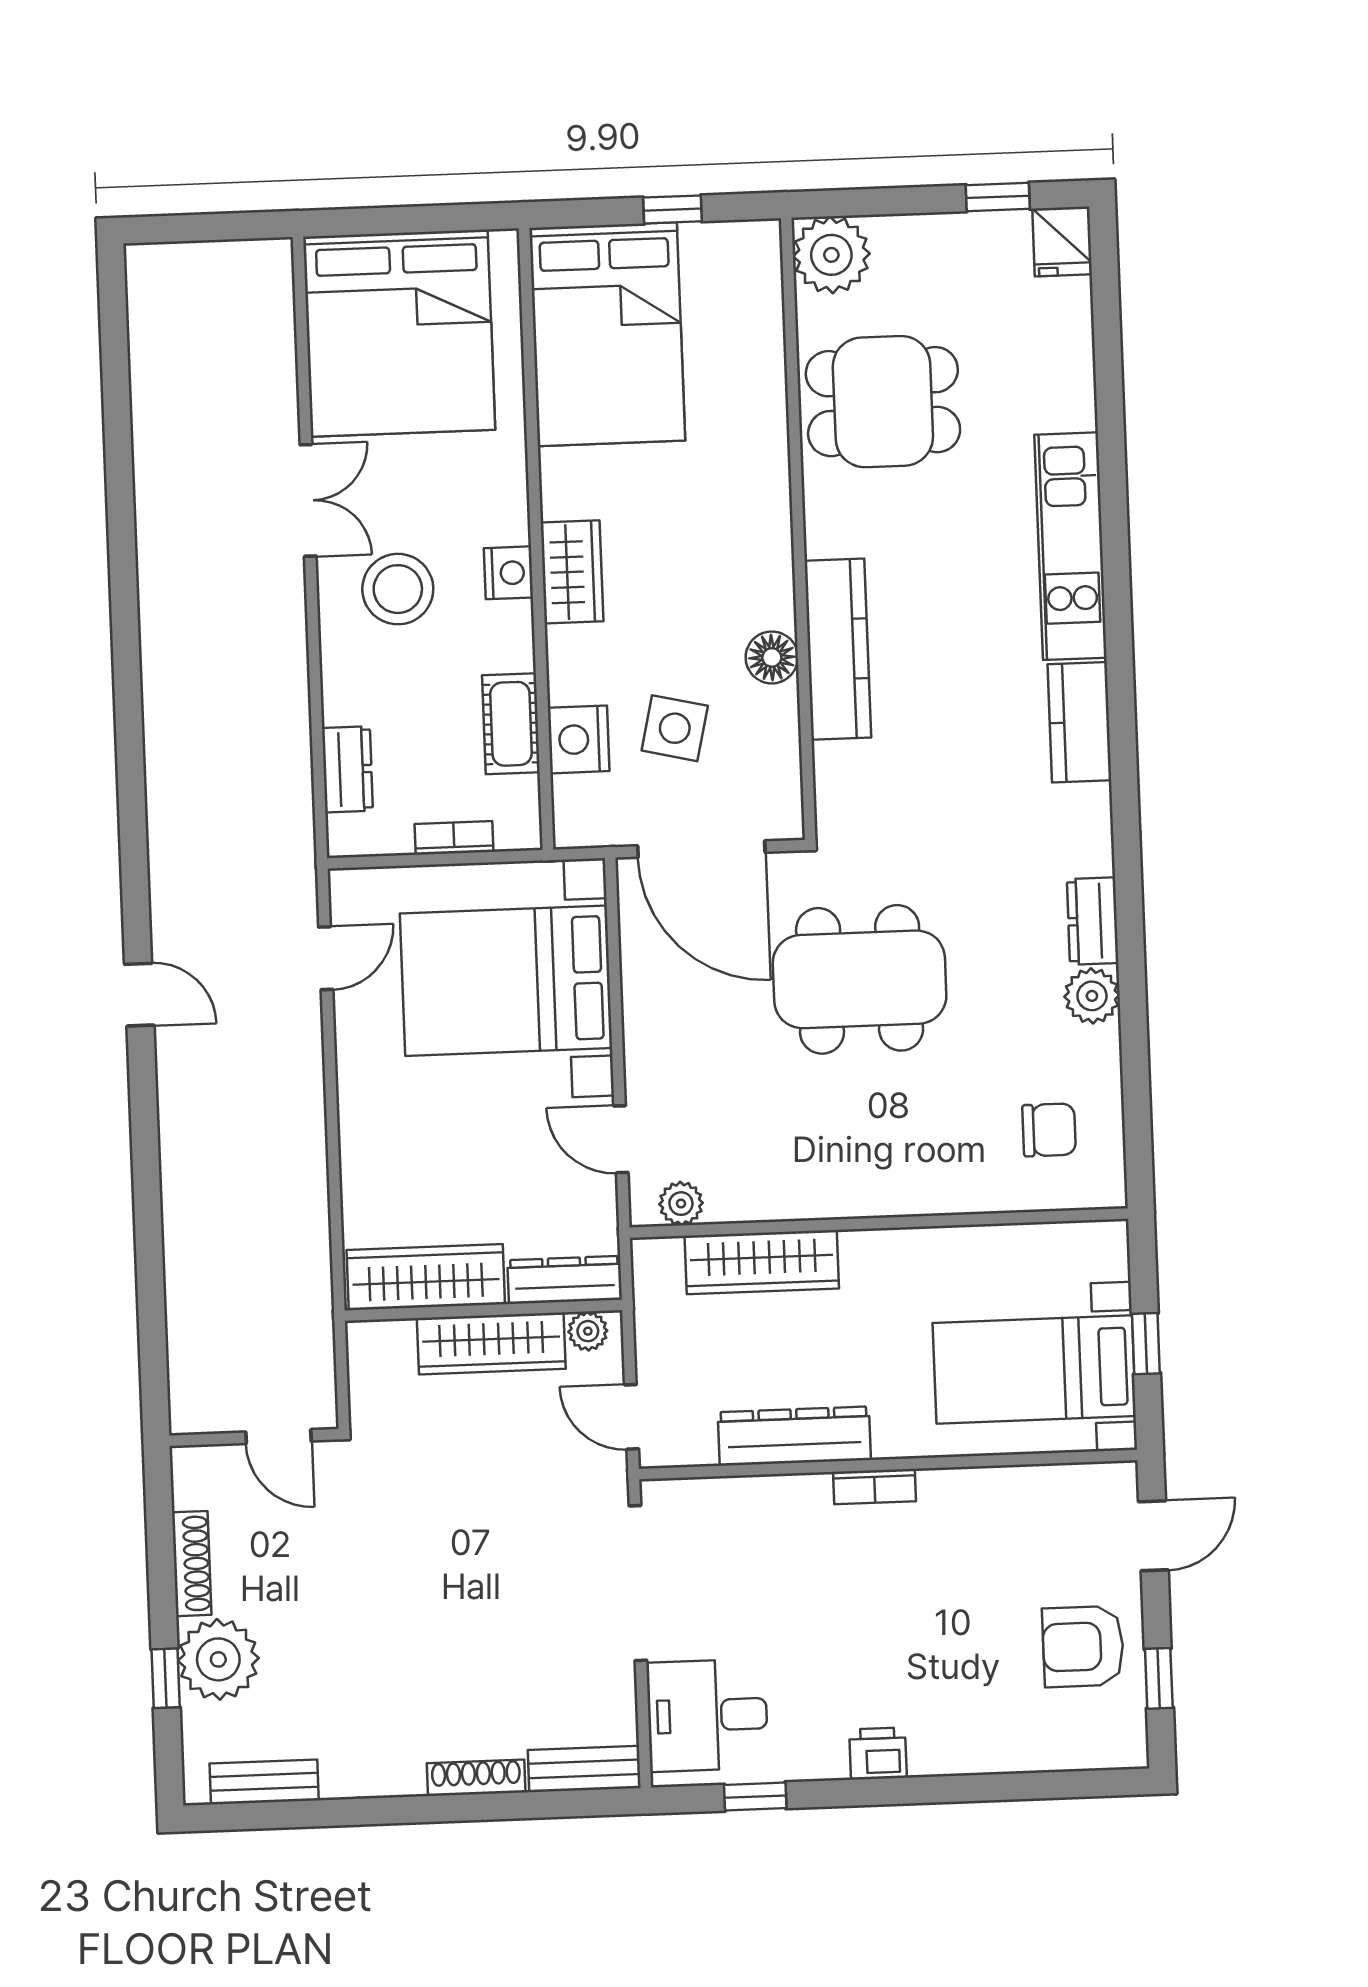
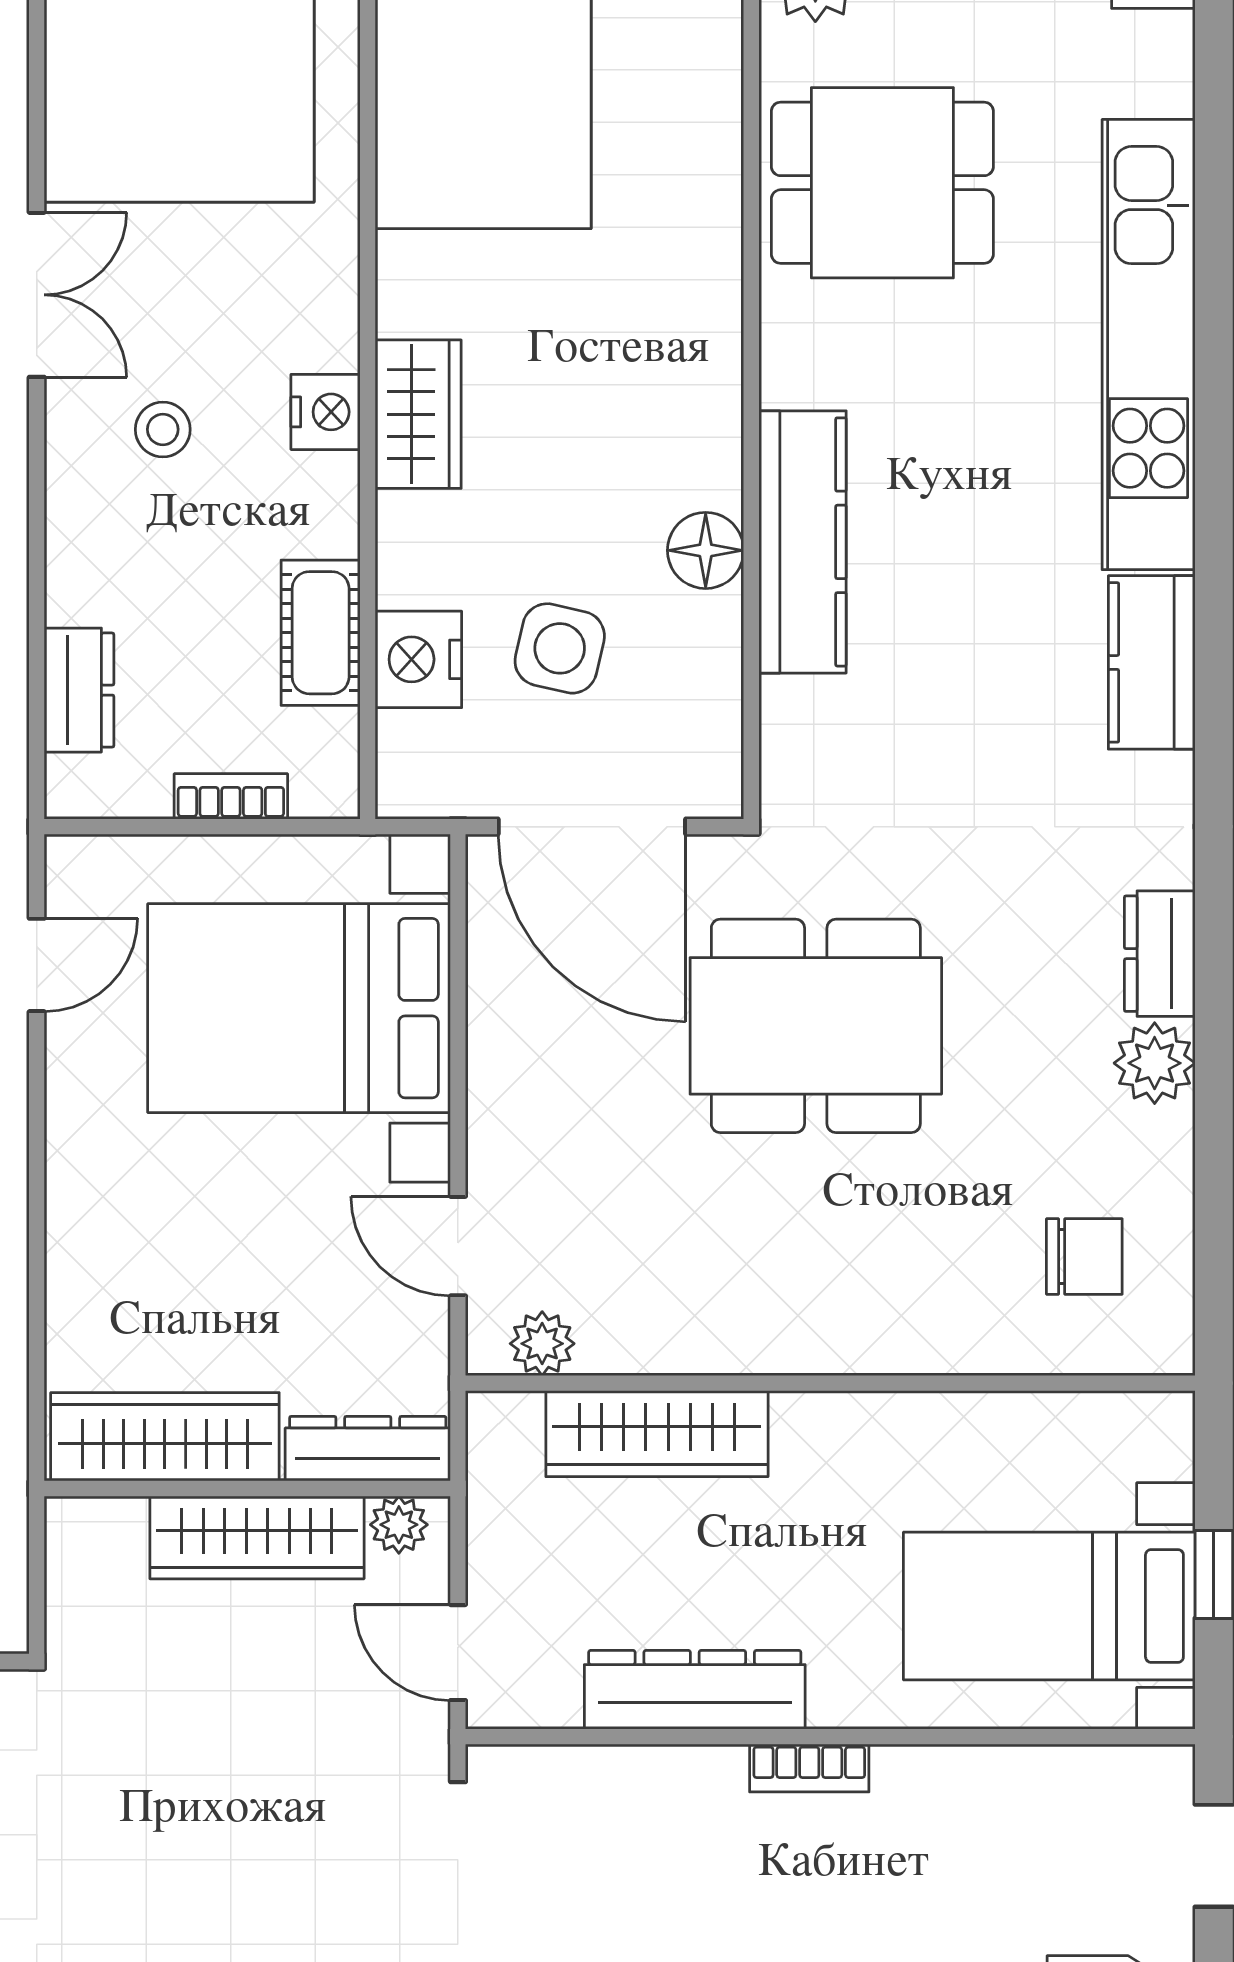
kitchen unit: (1071, 546) -> (1149, 345), width x1.36
stool: (398, 589) -> (163, 429), width x0.53, depth x0.53

